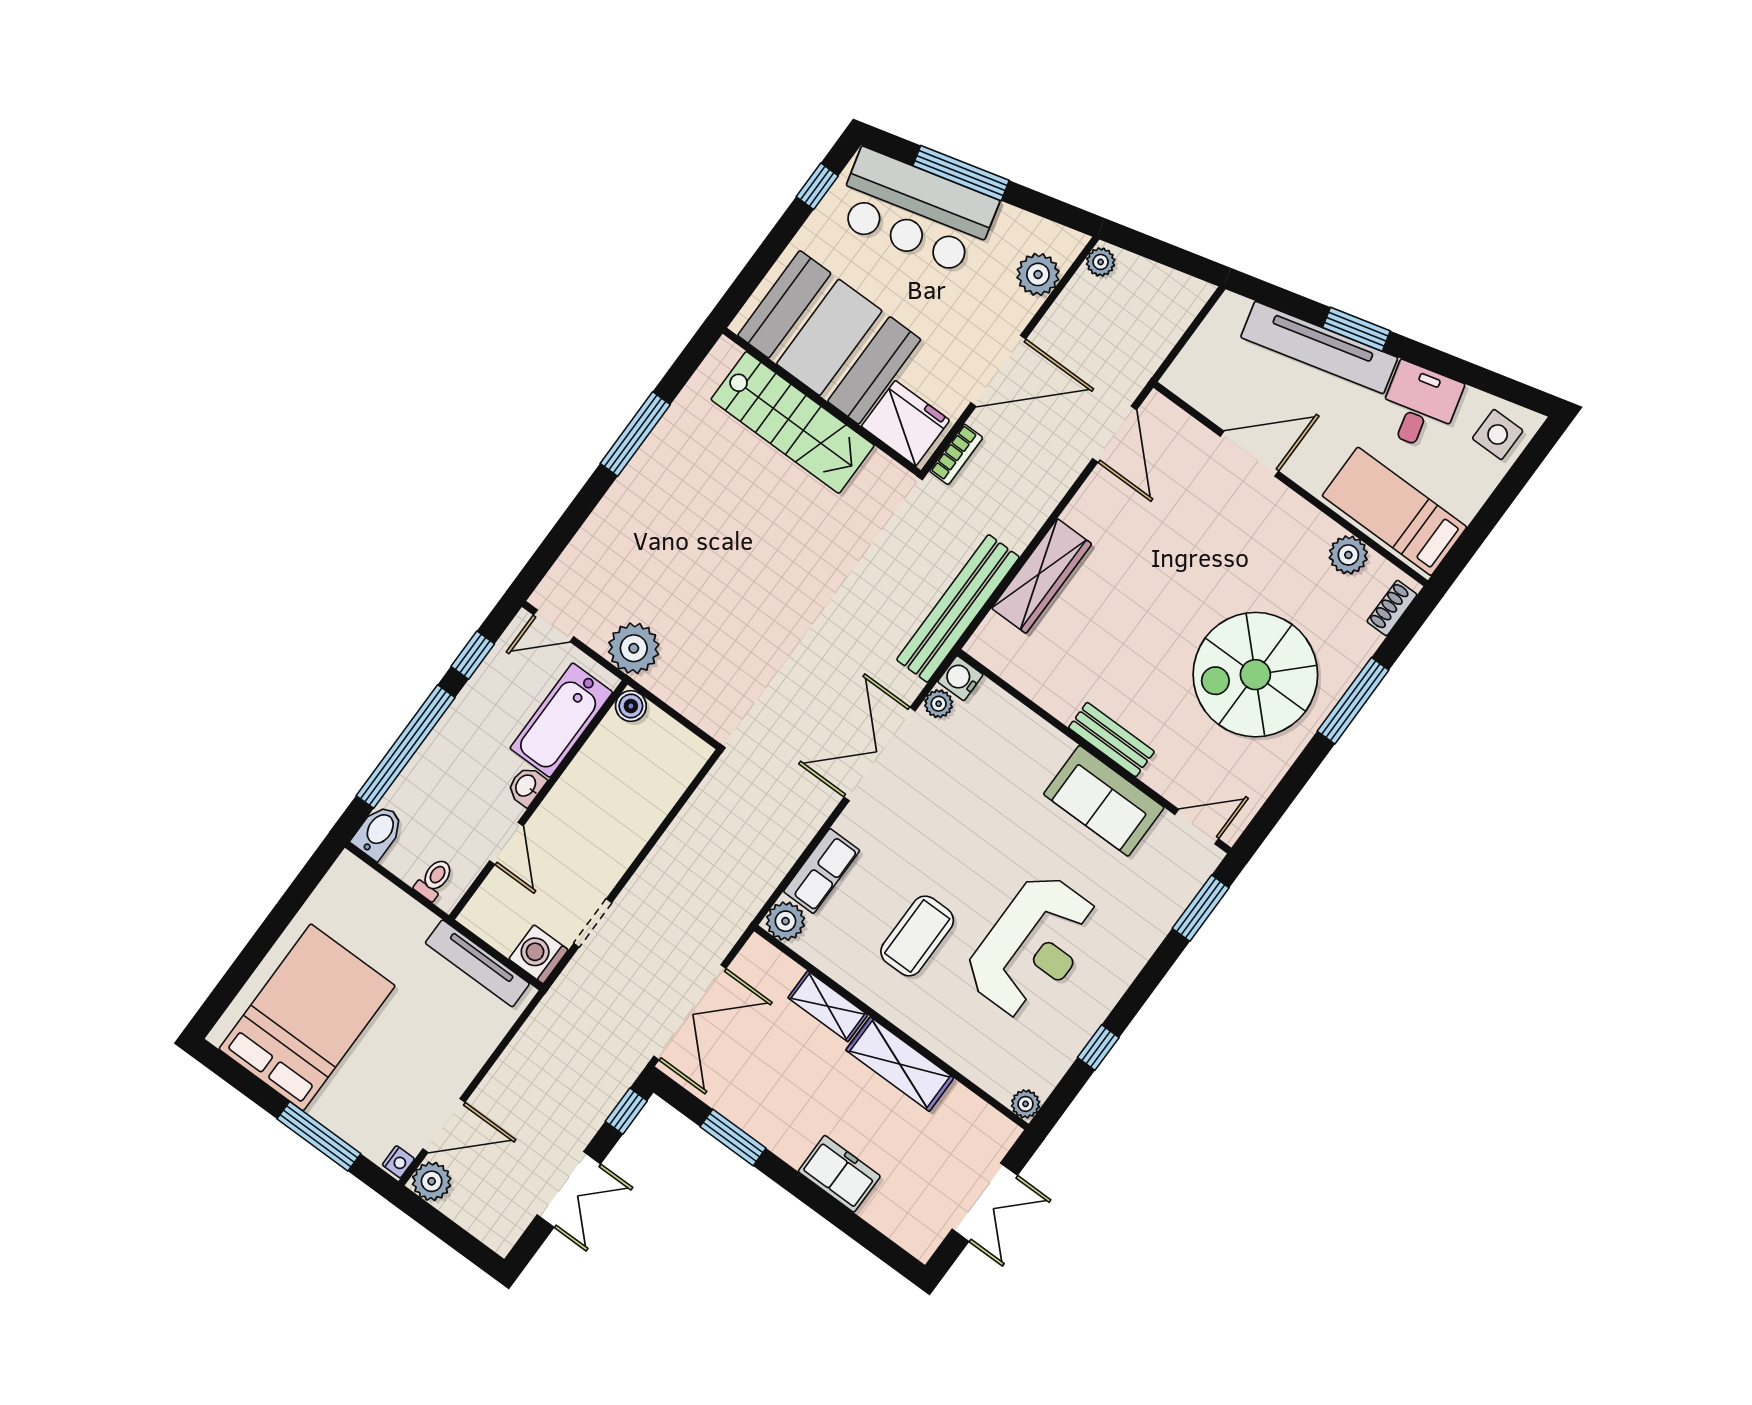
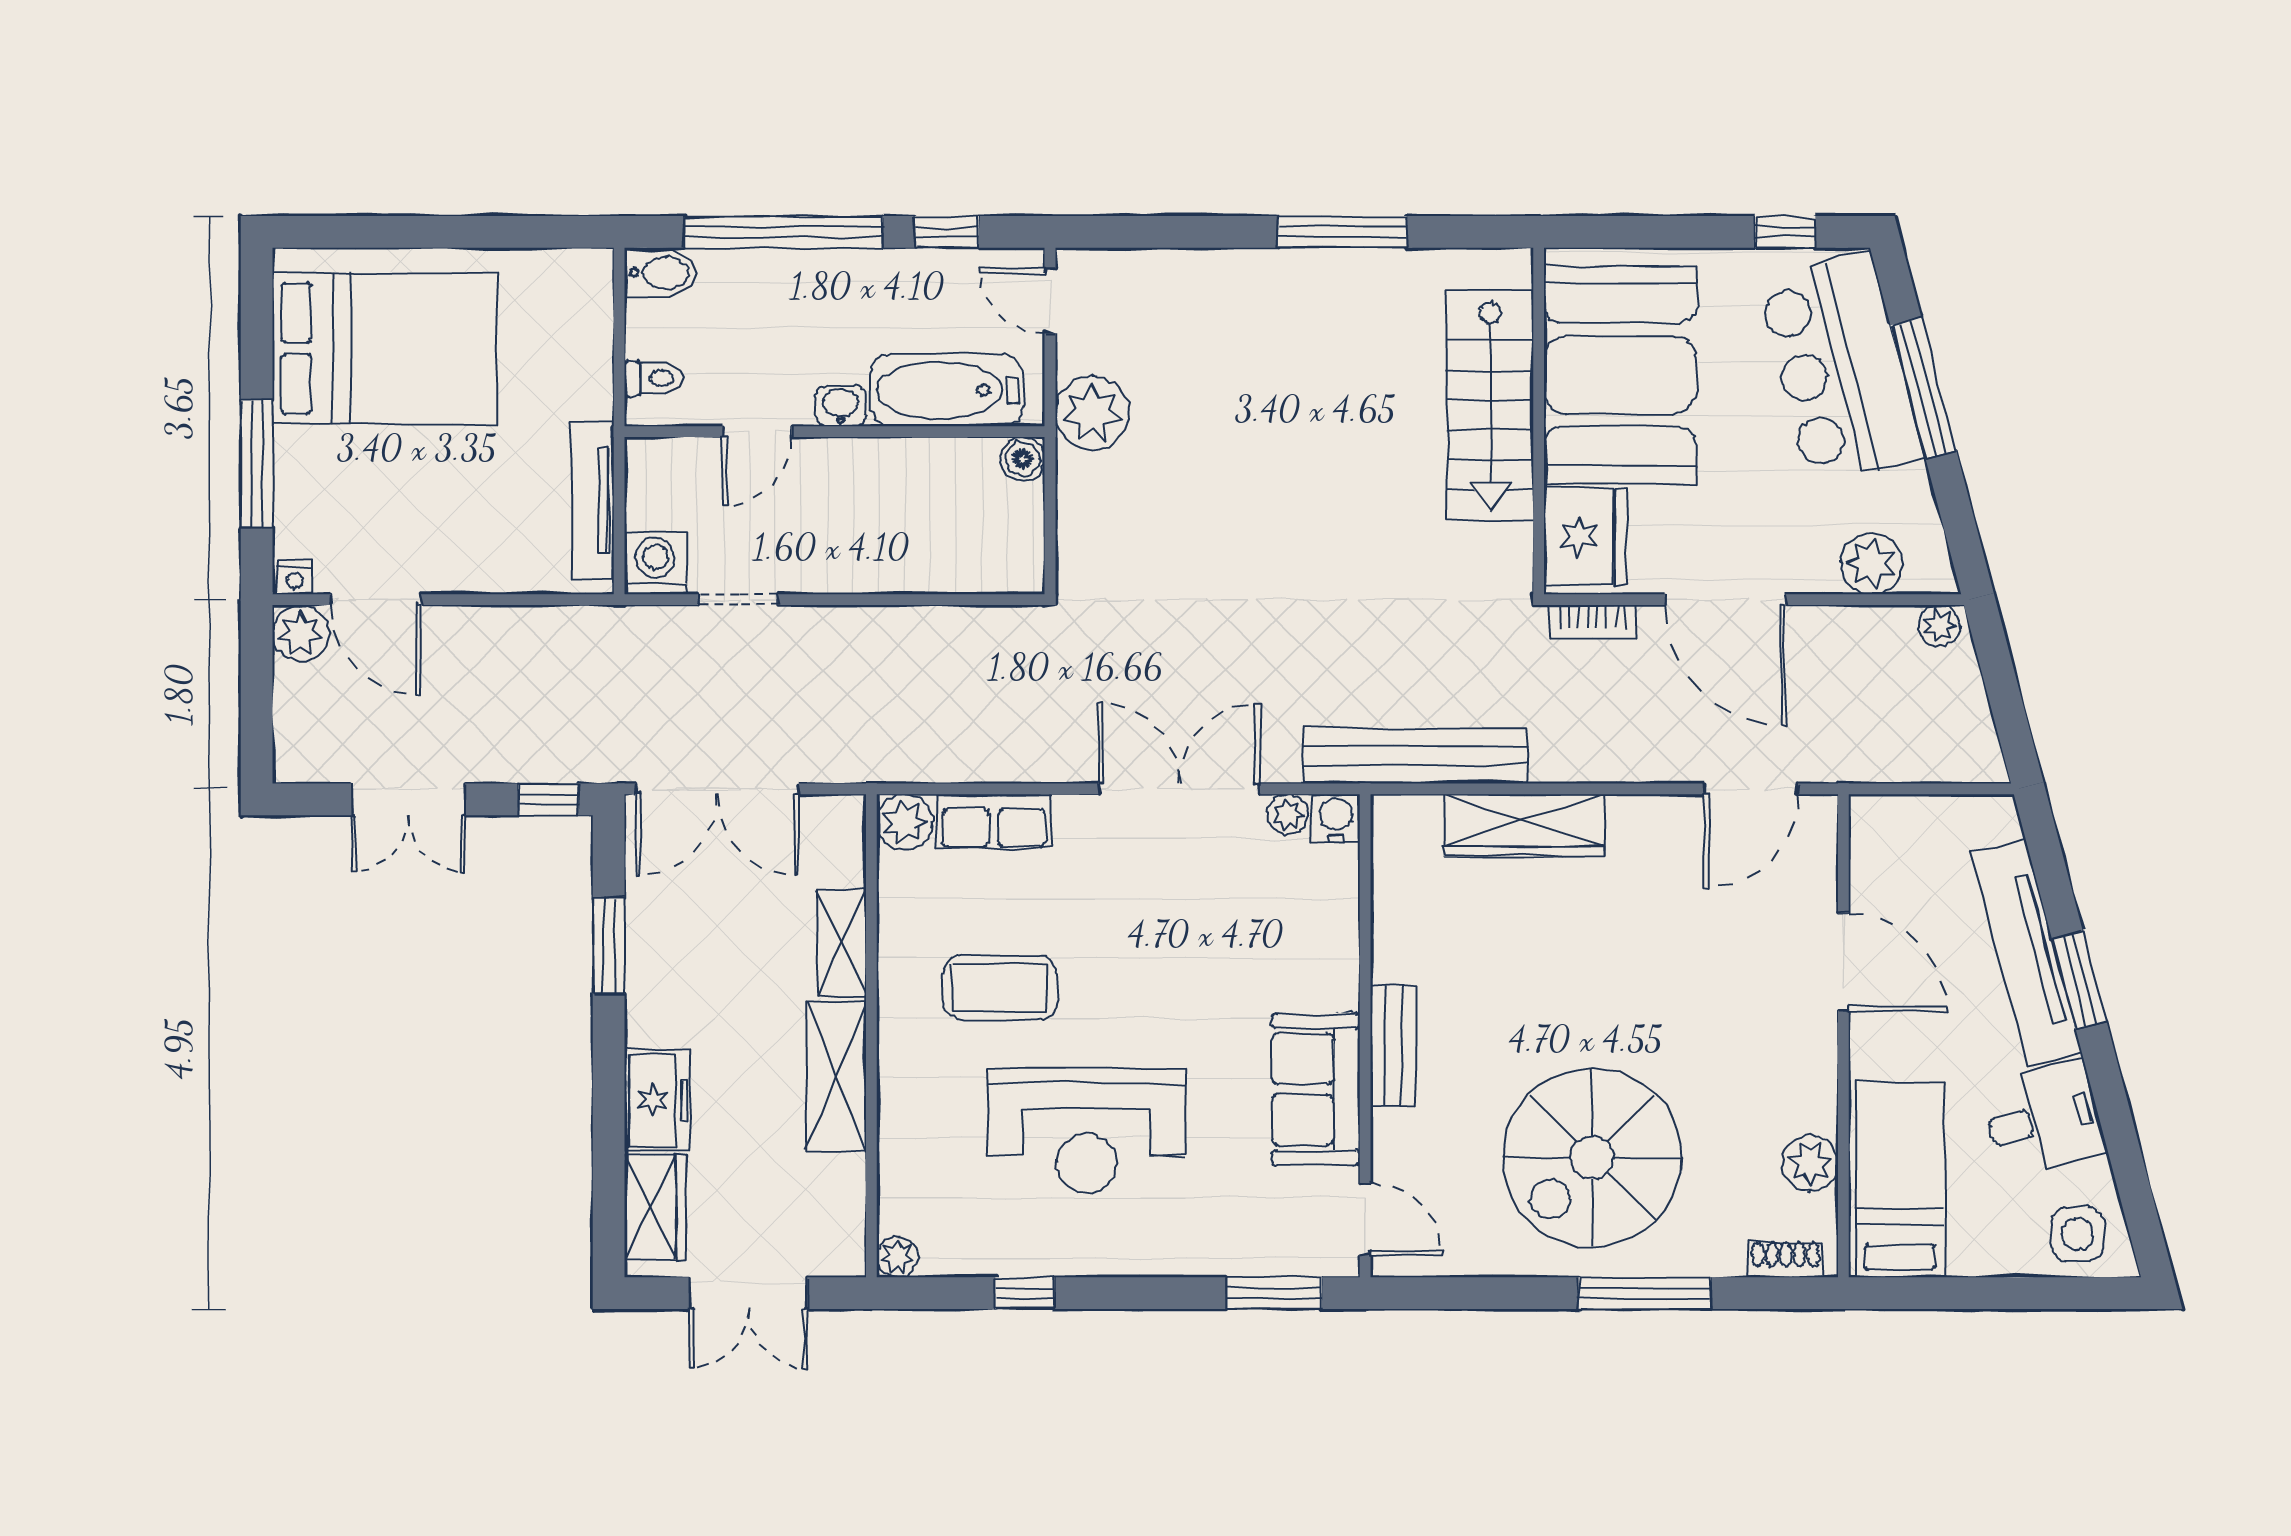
spiral stairs: (1255, 675) -> (1592, 1157), turned -90
wardrobe: (898, 1219) -> (655, 1207), added

